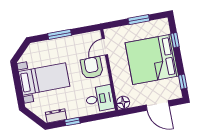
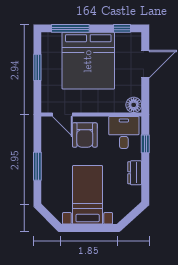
window: (175, 40) -> (70, 28), width x2.17
armchair: (92, 68) -> (85, 135), turned -90
dresser: (56, 116) -> (135, 173), moved
window: (72, 122) -> (145, 144), moved

